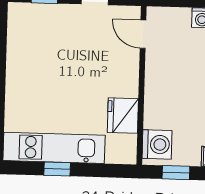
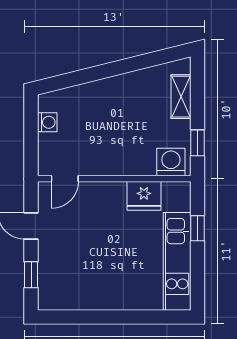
window: (57, 169) -> (198, 228), moved

